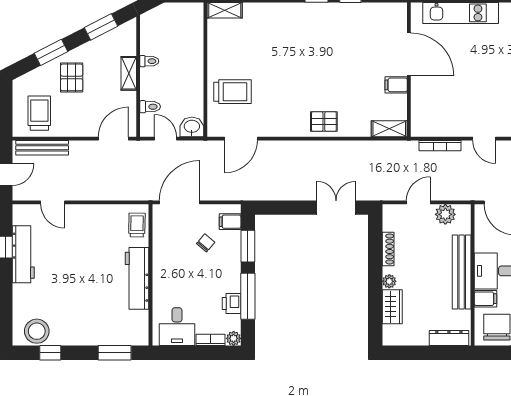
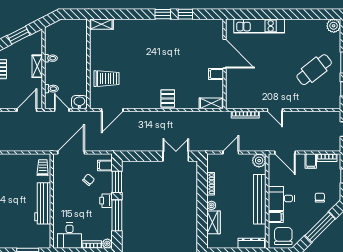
pallet: (324, 122) -> (168, 99), turned 90
plant: (445, 214) -> (259, 161), moved
printer: (232, 304) -> (106, 201), moved

